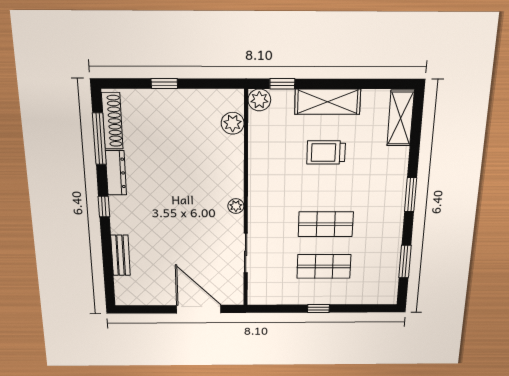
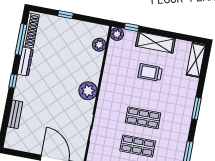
plant: (236, 206) -> (88, 91), width x1.87, depth x1.87

